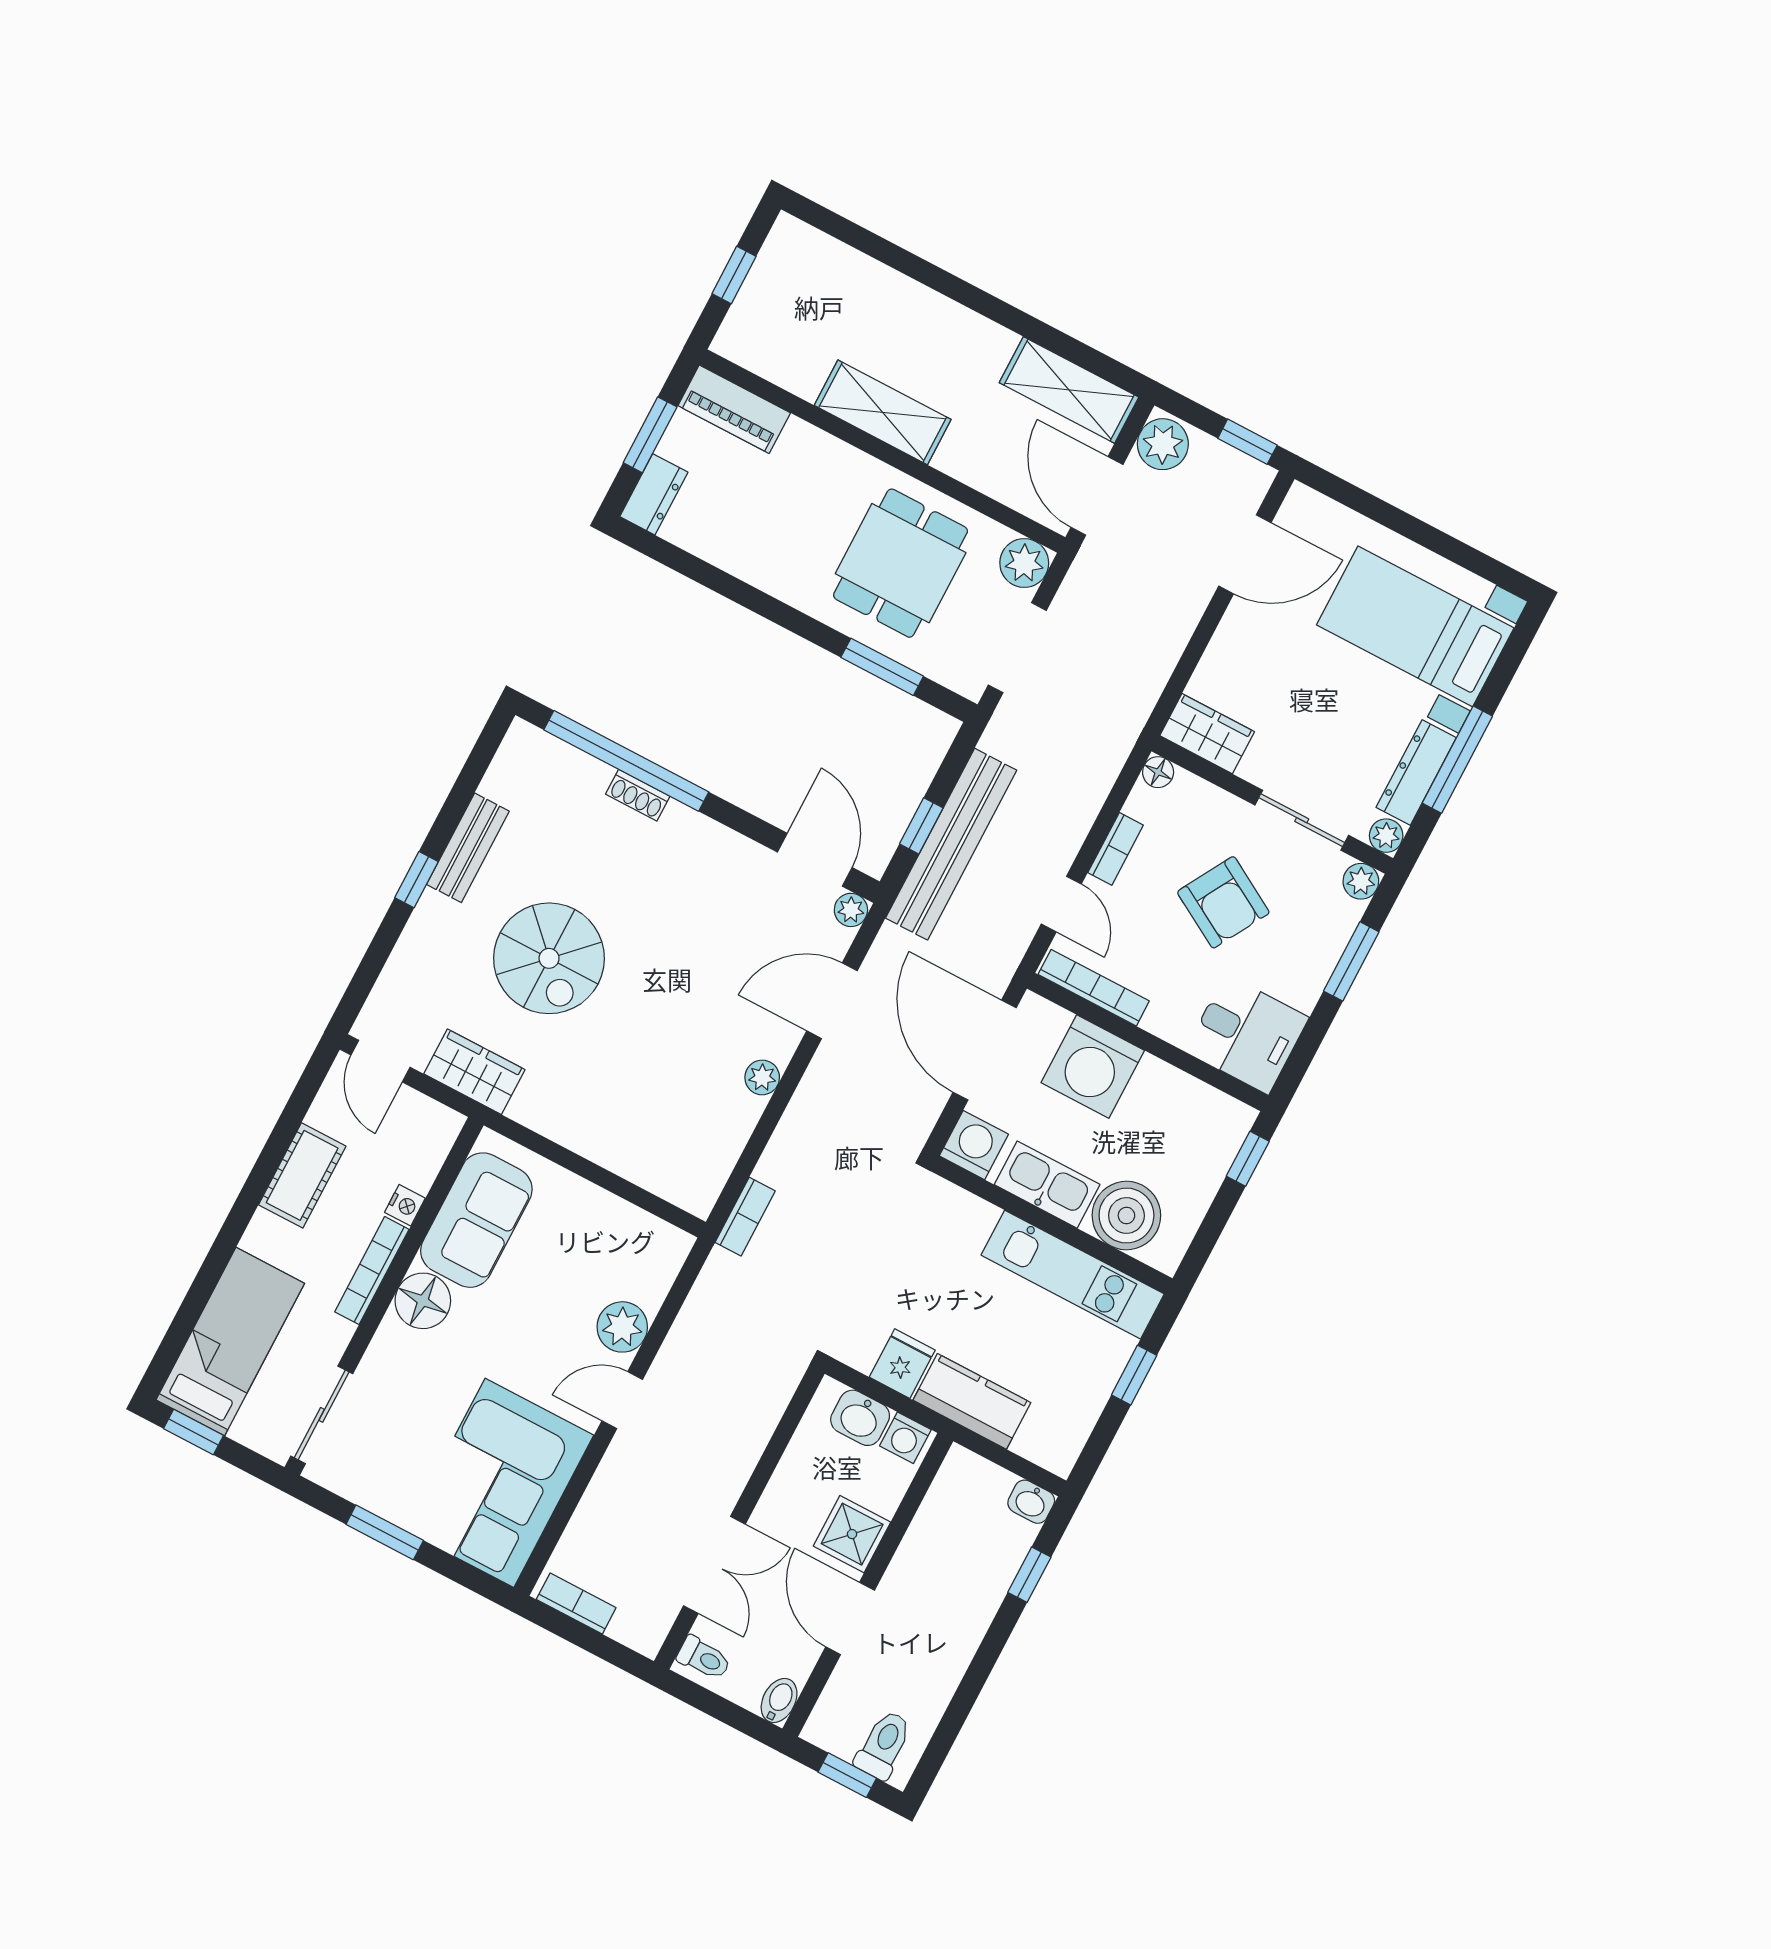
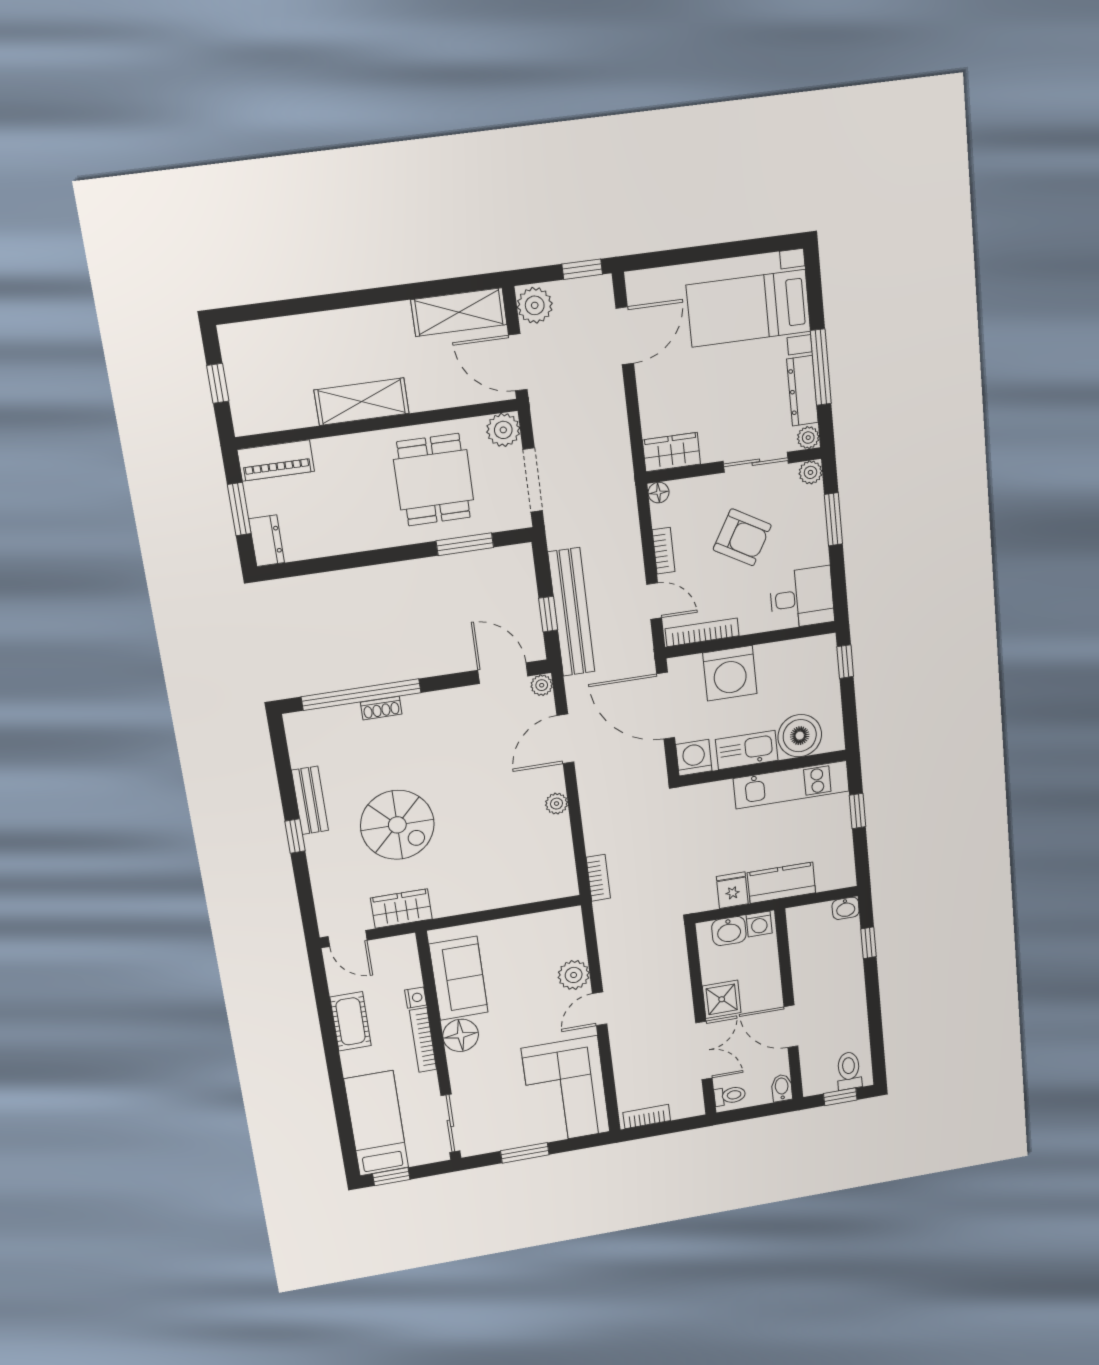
shower: (852, 1534) -> (722, 999), moved

